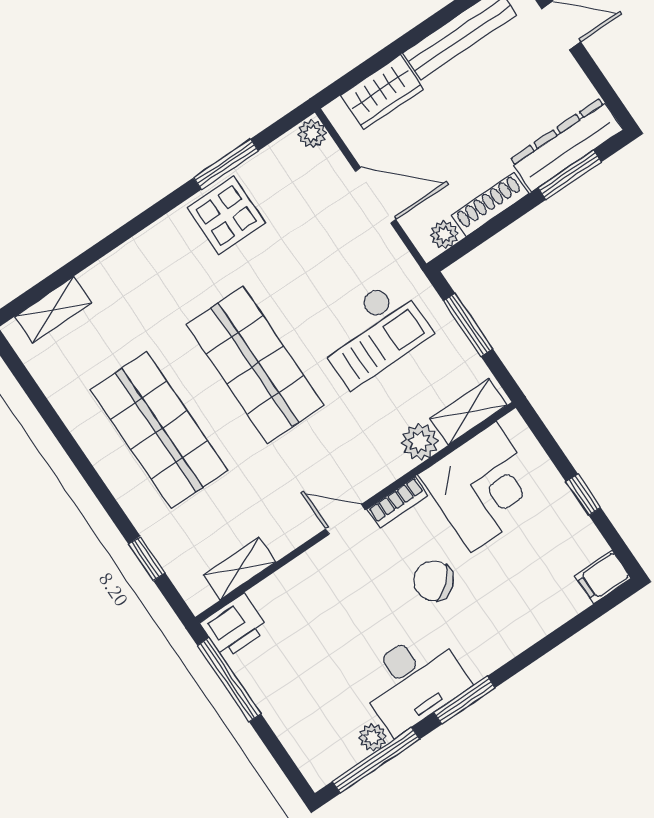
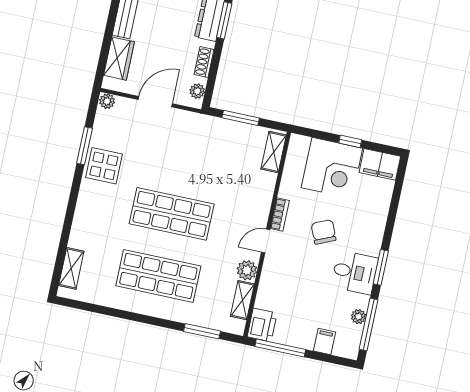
shoe rack: (490, 205) -> (204, 62), width x0.70
checkout: (373, 333) -> (206, 157), removed
plant: (420, 442) -> (247, 270), moved
corner desk: (483, 487) -> (332, 168), moved, turned 90
window: (147, 558) -> (202, 331), width x1.50
filing cabinet: (603, 577) -> (380, 164), width x2.00
chair: (433, 581) -> (324, 232), turned 108
desk: (413, 681) -> (355, 272), width x0.73
filing cabinet: (296, 727) -> (324, 341), added

